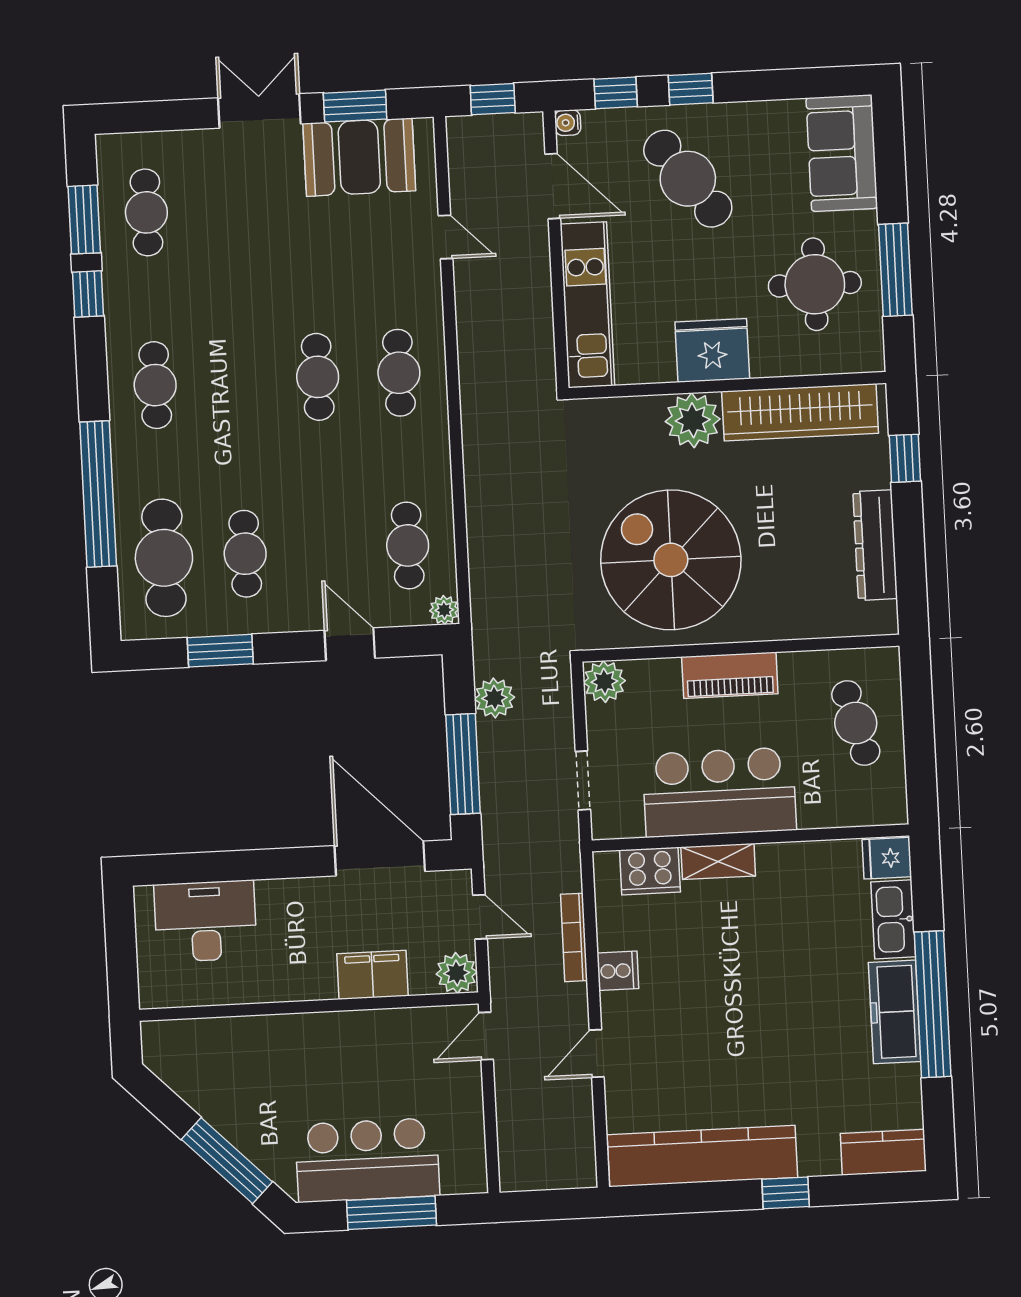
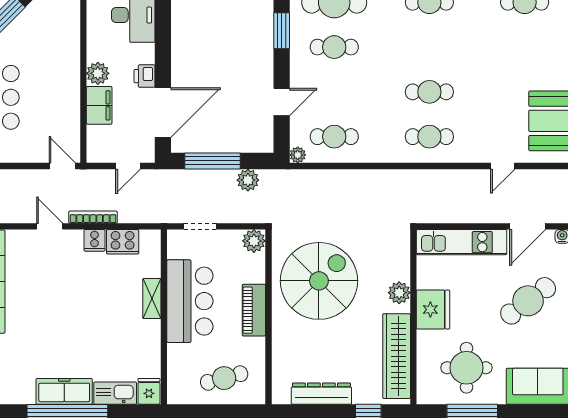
plant: (693, 420) -> (399, 293), width x0.73, depth x0.73
cooker: (650, 871) -> (123, 242), moved, turned -90
printer: (315, 895) -> (145, 76), added
bookcase: (574, 937) -> (93, 217), moved
plant: (457, 973) -> (98, 73), moved

